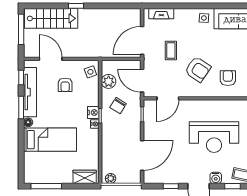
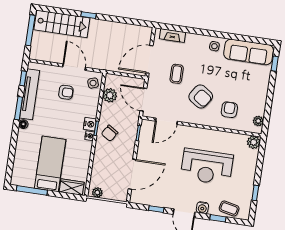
door: (51, 59) -> (74, 67), moved
armchair: (65, 85) -> (66, 92), turned -90
chair: (118, 106) -> (110, 133), moved
bed: (50, 140) -> (50, 164), moved, turned -90

